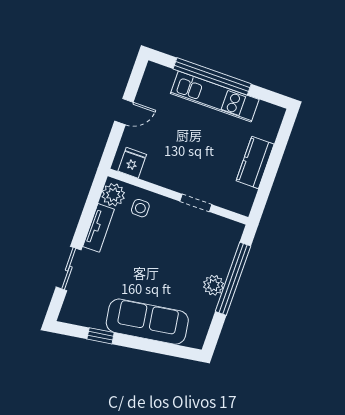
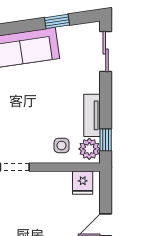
window: (94, 198) -> (106, 140), added
sliding door: (69, 269) -> (106, 51), moved

